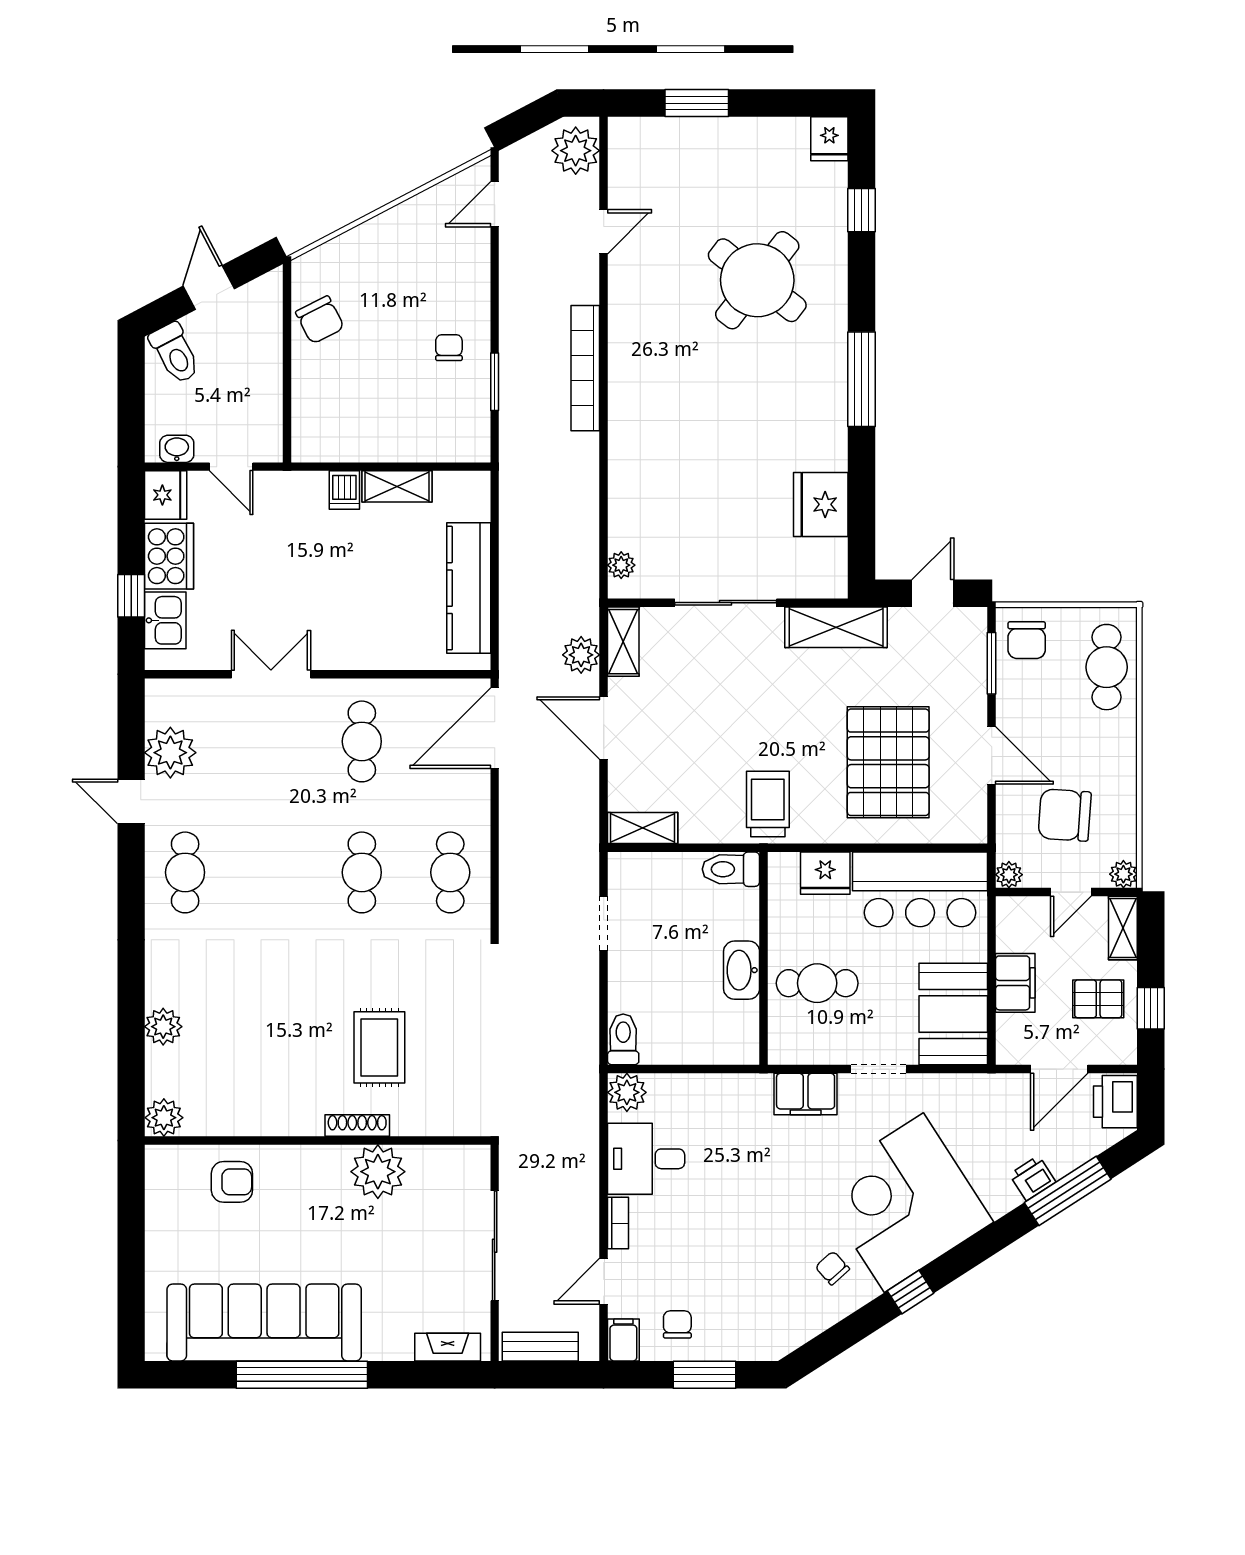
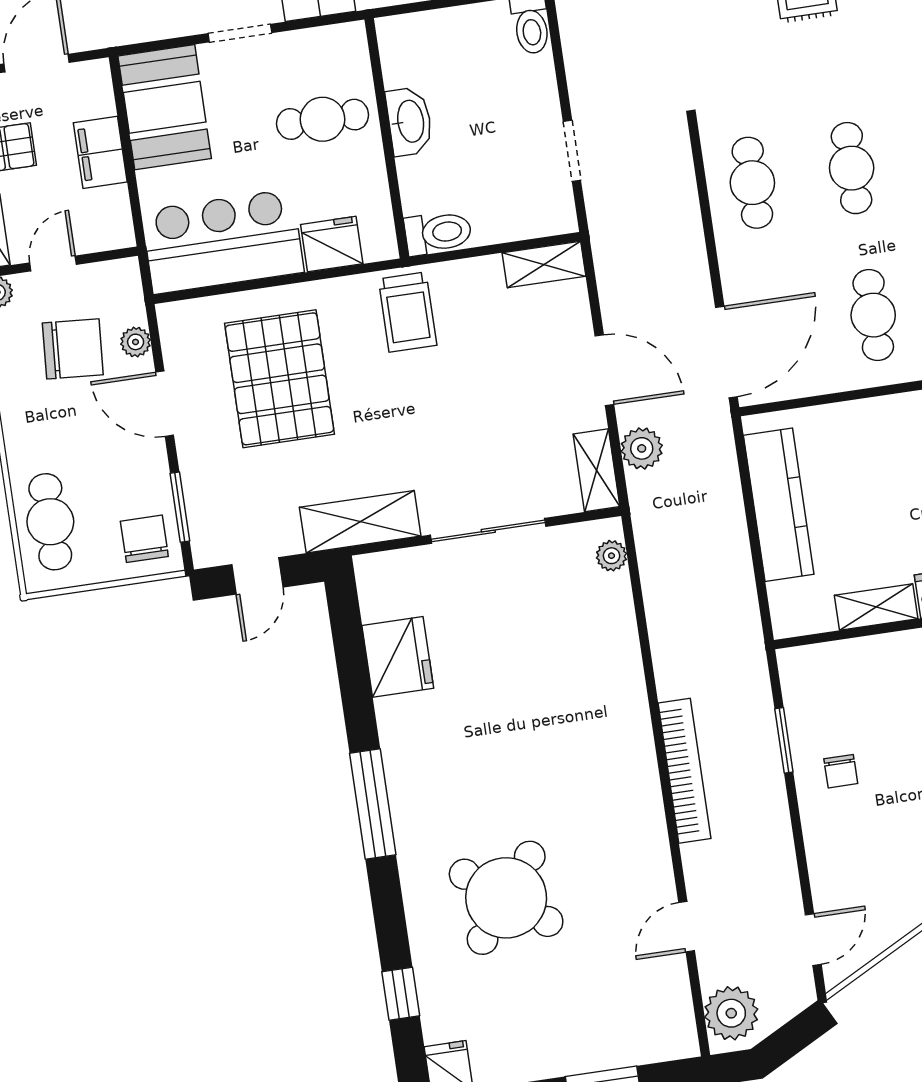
plant: (1009, 875) -> (136, 342), moved

